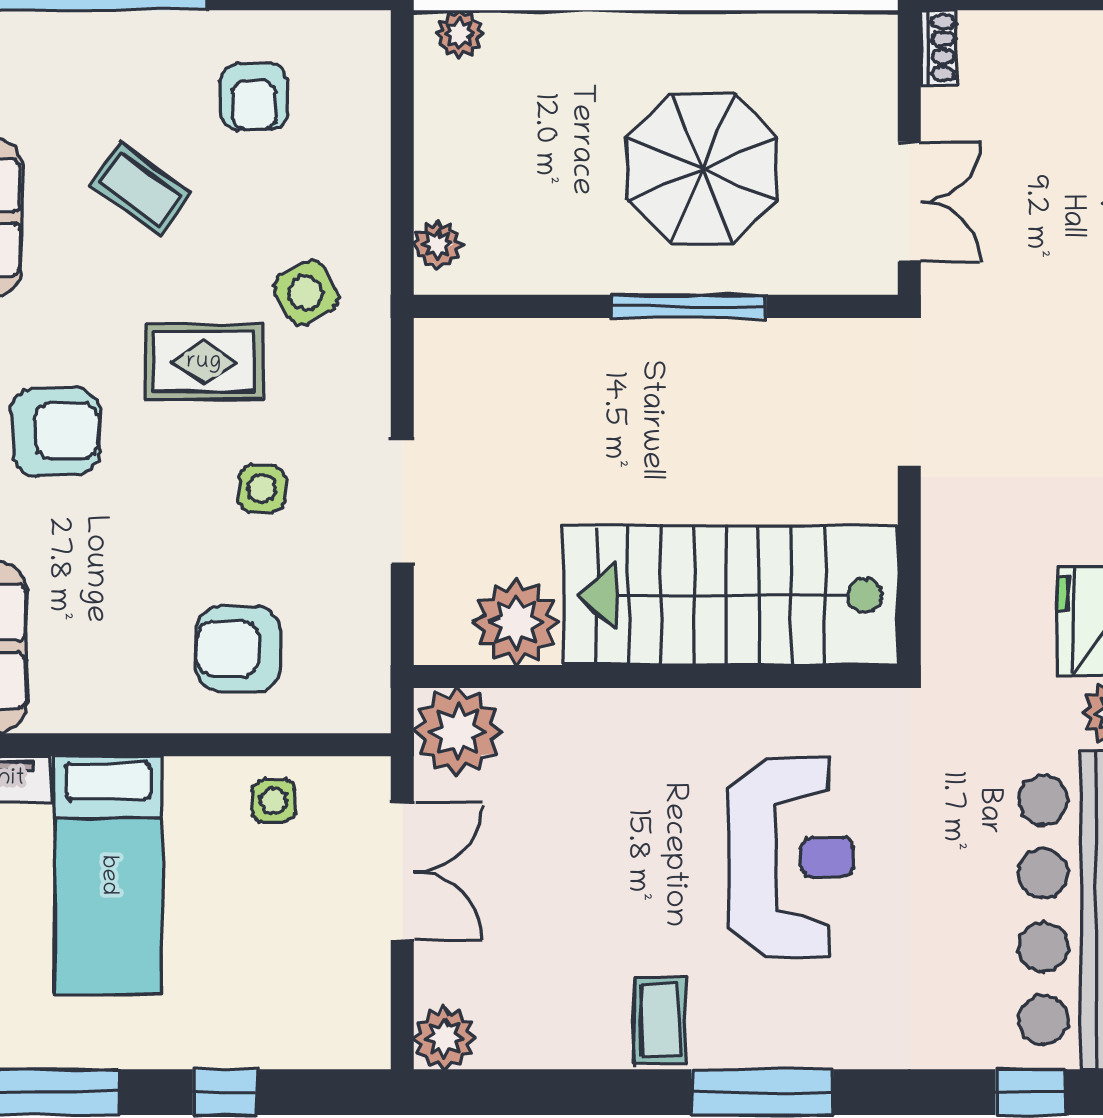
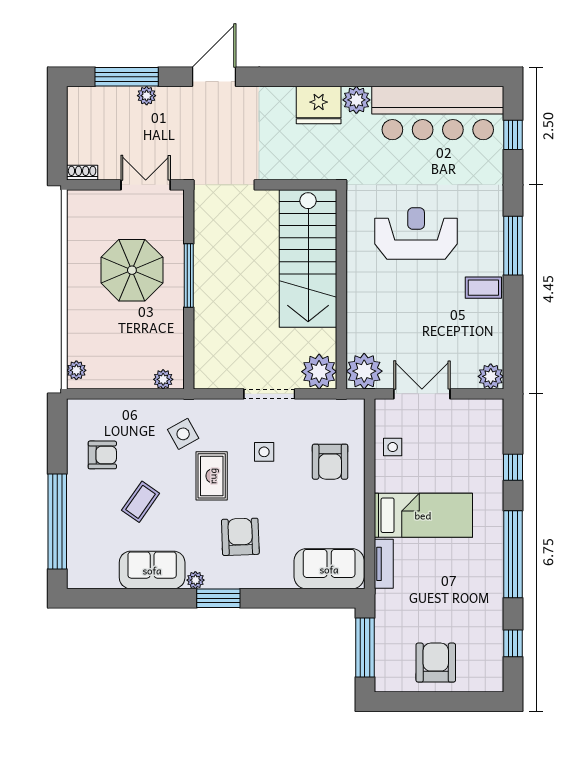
plant: (516, 622) -> (319, 372), moved

